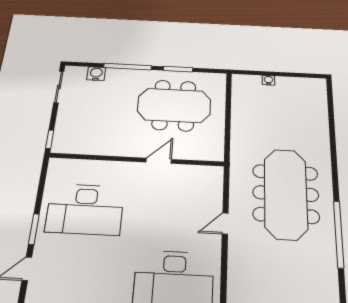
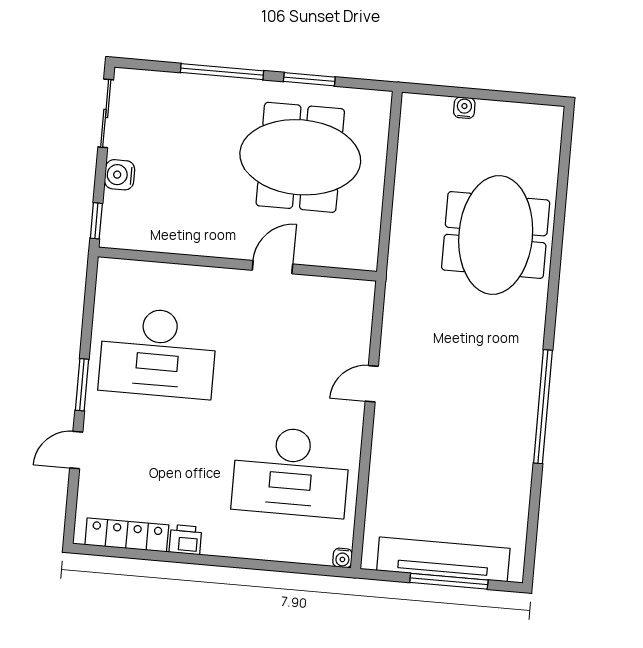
water cooler: (96, 74) -> (120, 175), moved, turned -90
meeting table: (286, 194) -> (496, 235), moved, width x0.73

